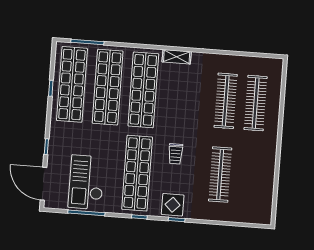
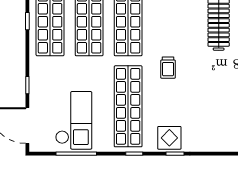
trolley: (175, 154) -> (168, 68), moved
clothes rail: (220, 175) -> (219, 101), removed
checkout: (86, 182) -> (74, 120), turned 180

